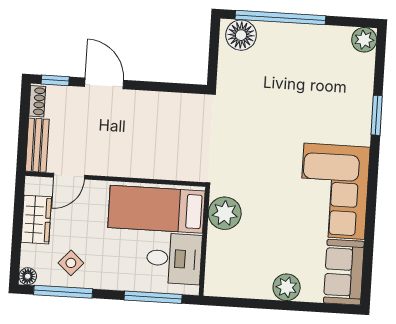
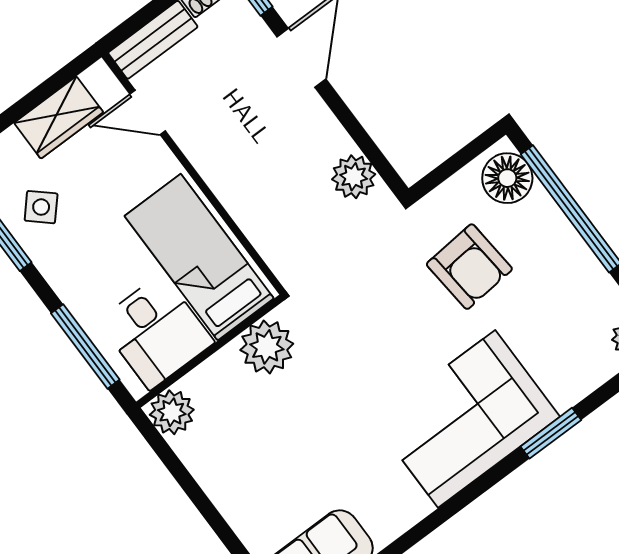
armchair: (267, 88) -> (469, 267), added
plant: (180, 106) -> (354, 177), added
corner sofa: (334, 191) -> (467, 419), moved
plant: (287, 287) -> (172, 412), moved

